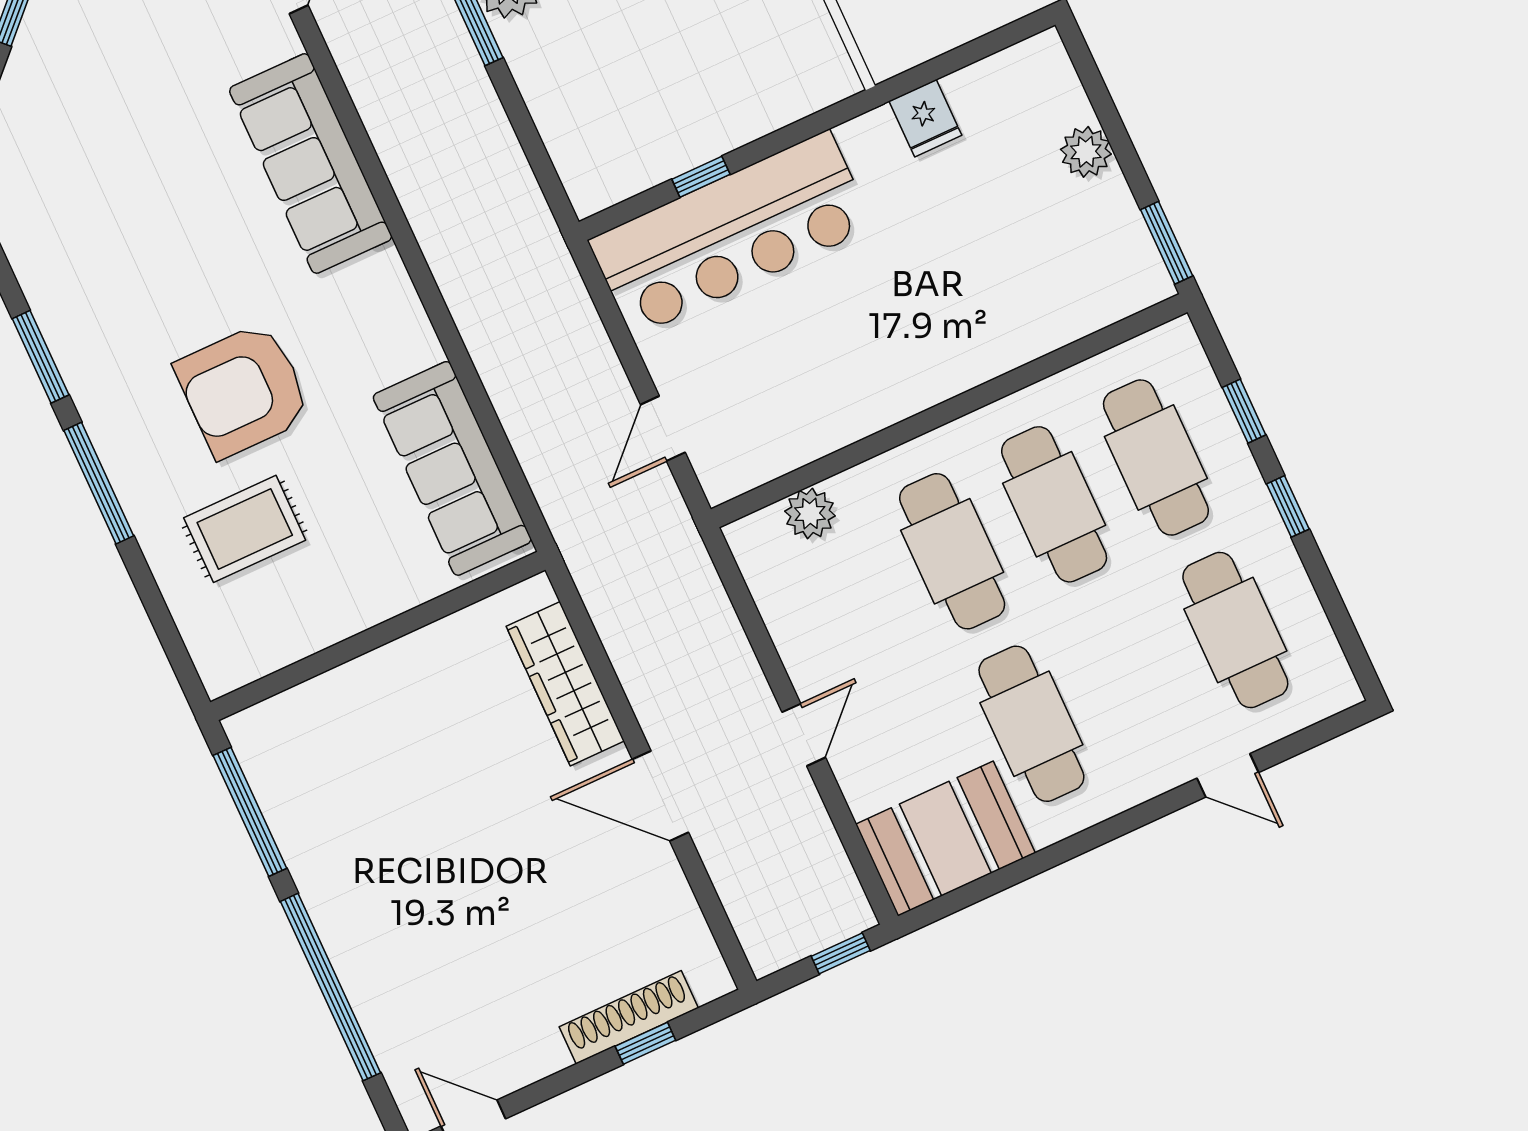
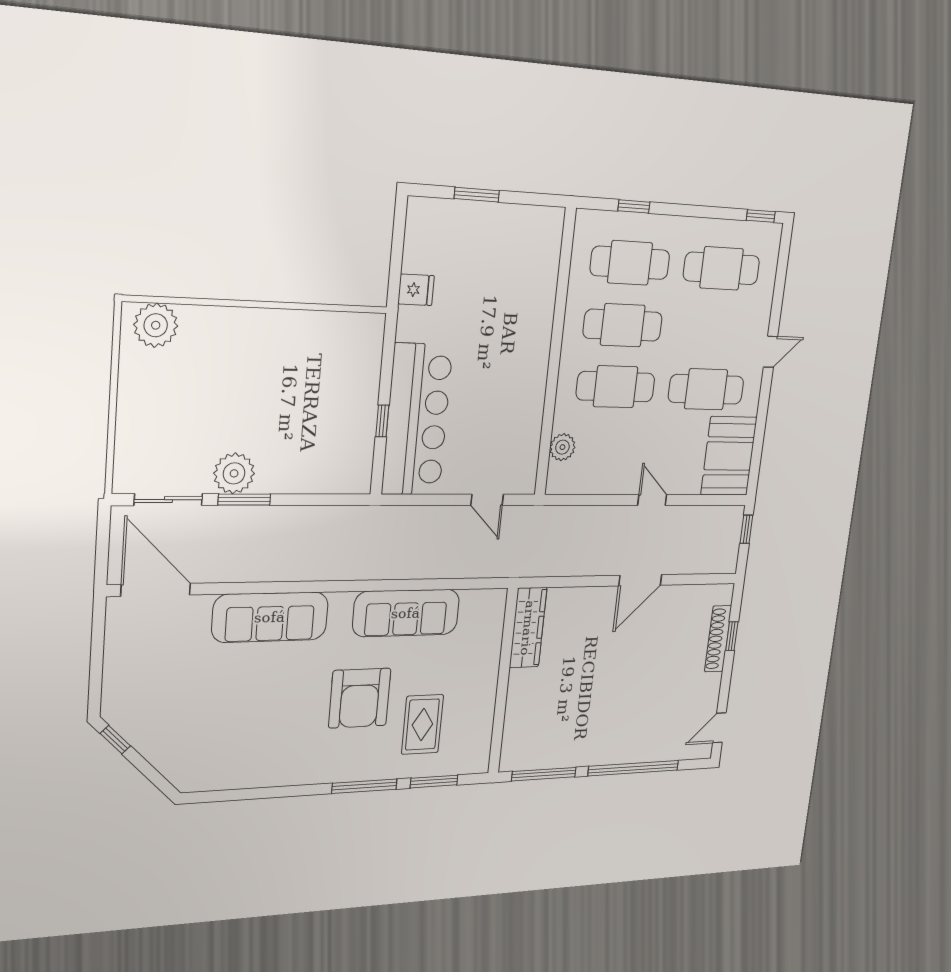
plant: (1086, 152) -> (476, 216), removed
window: (1167, 243) -> (477, 195), moved
window: (41, 357) -> (434, 782), moved
sofa: (452, 468) -> (406, 613), moved
window: (1288, 506) -> (761, 216), moved
wardrobe: (565, 684) -> (528, 628), moved, turned -90
door: (1228, 775) -> (770, 352), moved

